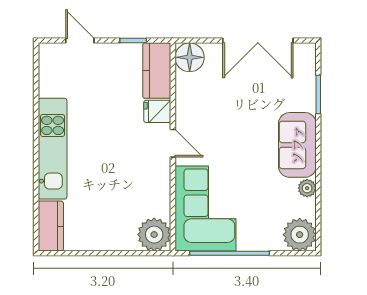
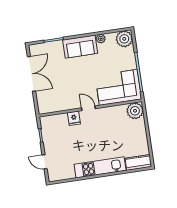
door: (80, 41) -> (45, 162), hinge flipped
floor lamp: (190, 57) -> (45, 106), removed
kitchen counter: (157, 71) -> (54, 122), removed
door: (173, 143) -> (88, 108), hinge flipped

